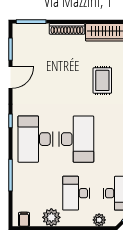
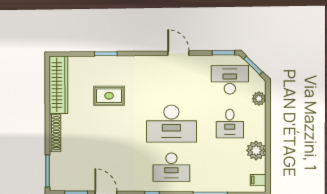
desk: (36, 139) -> (171, 167), width x0.73, depth x0.77
desk: (76, 139) -> (171, 124), turned 180
desk: (76, 193) -> (230, 124), width x0.73

